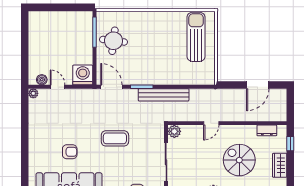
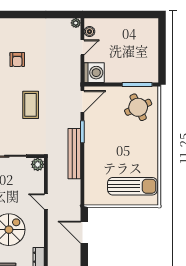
round table: (113, 41) -> (138, 107), moved, turned -31
door: (258, 85) -> (84, 232), moved

